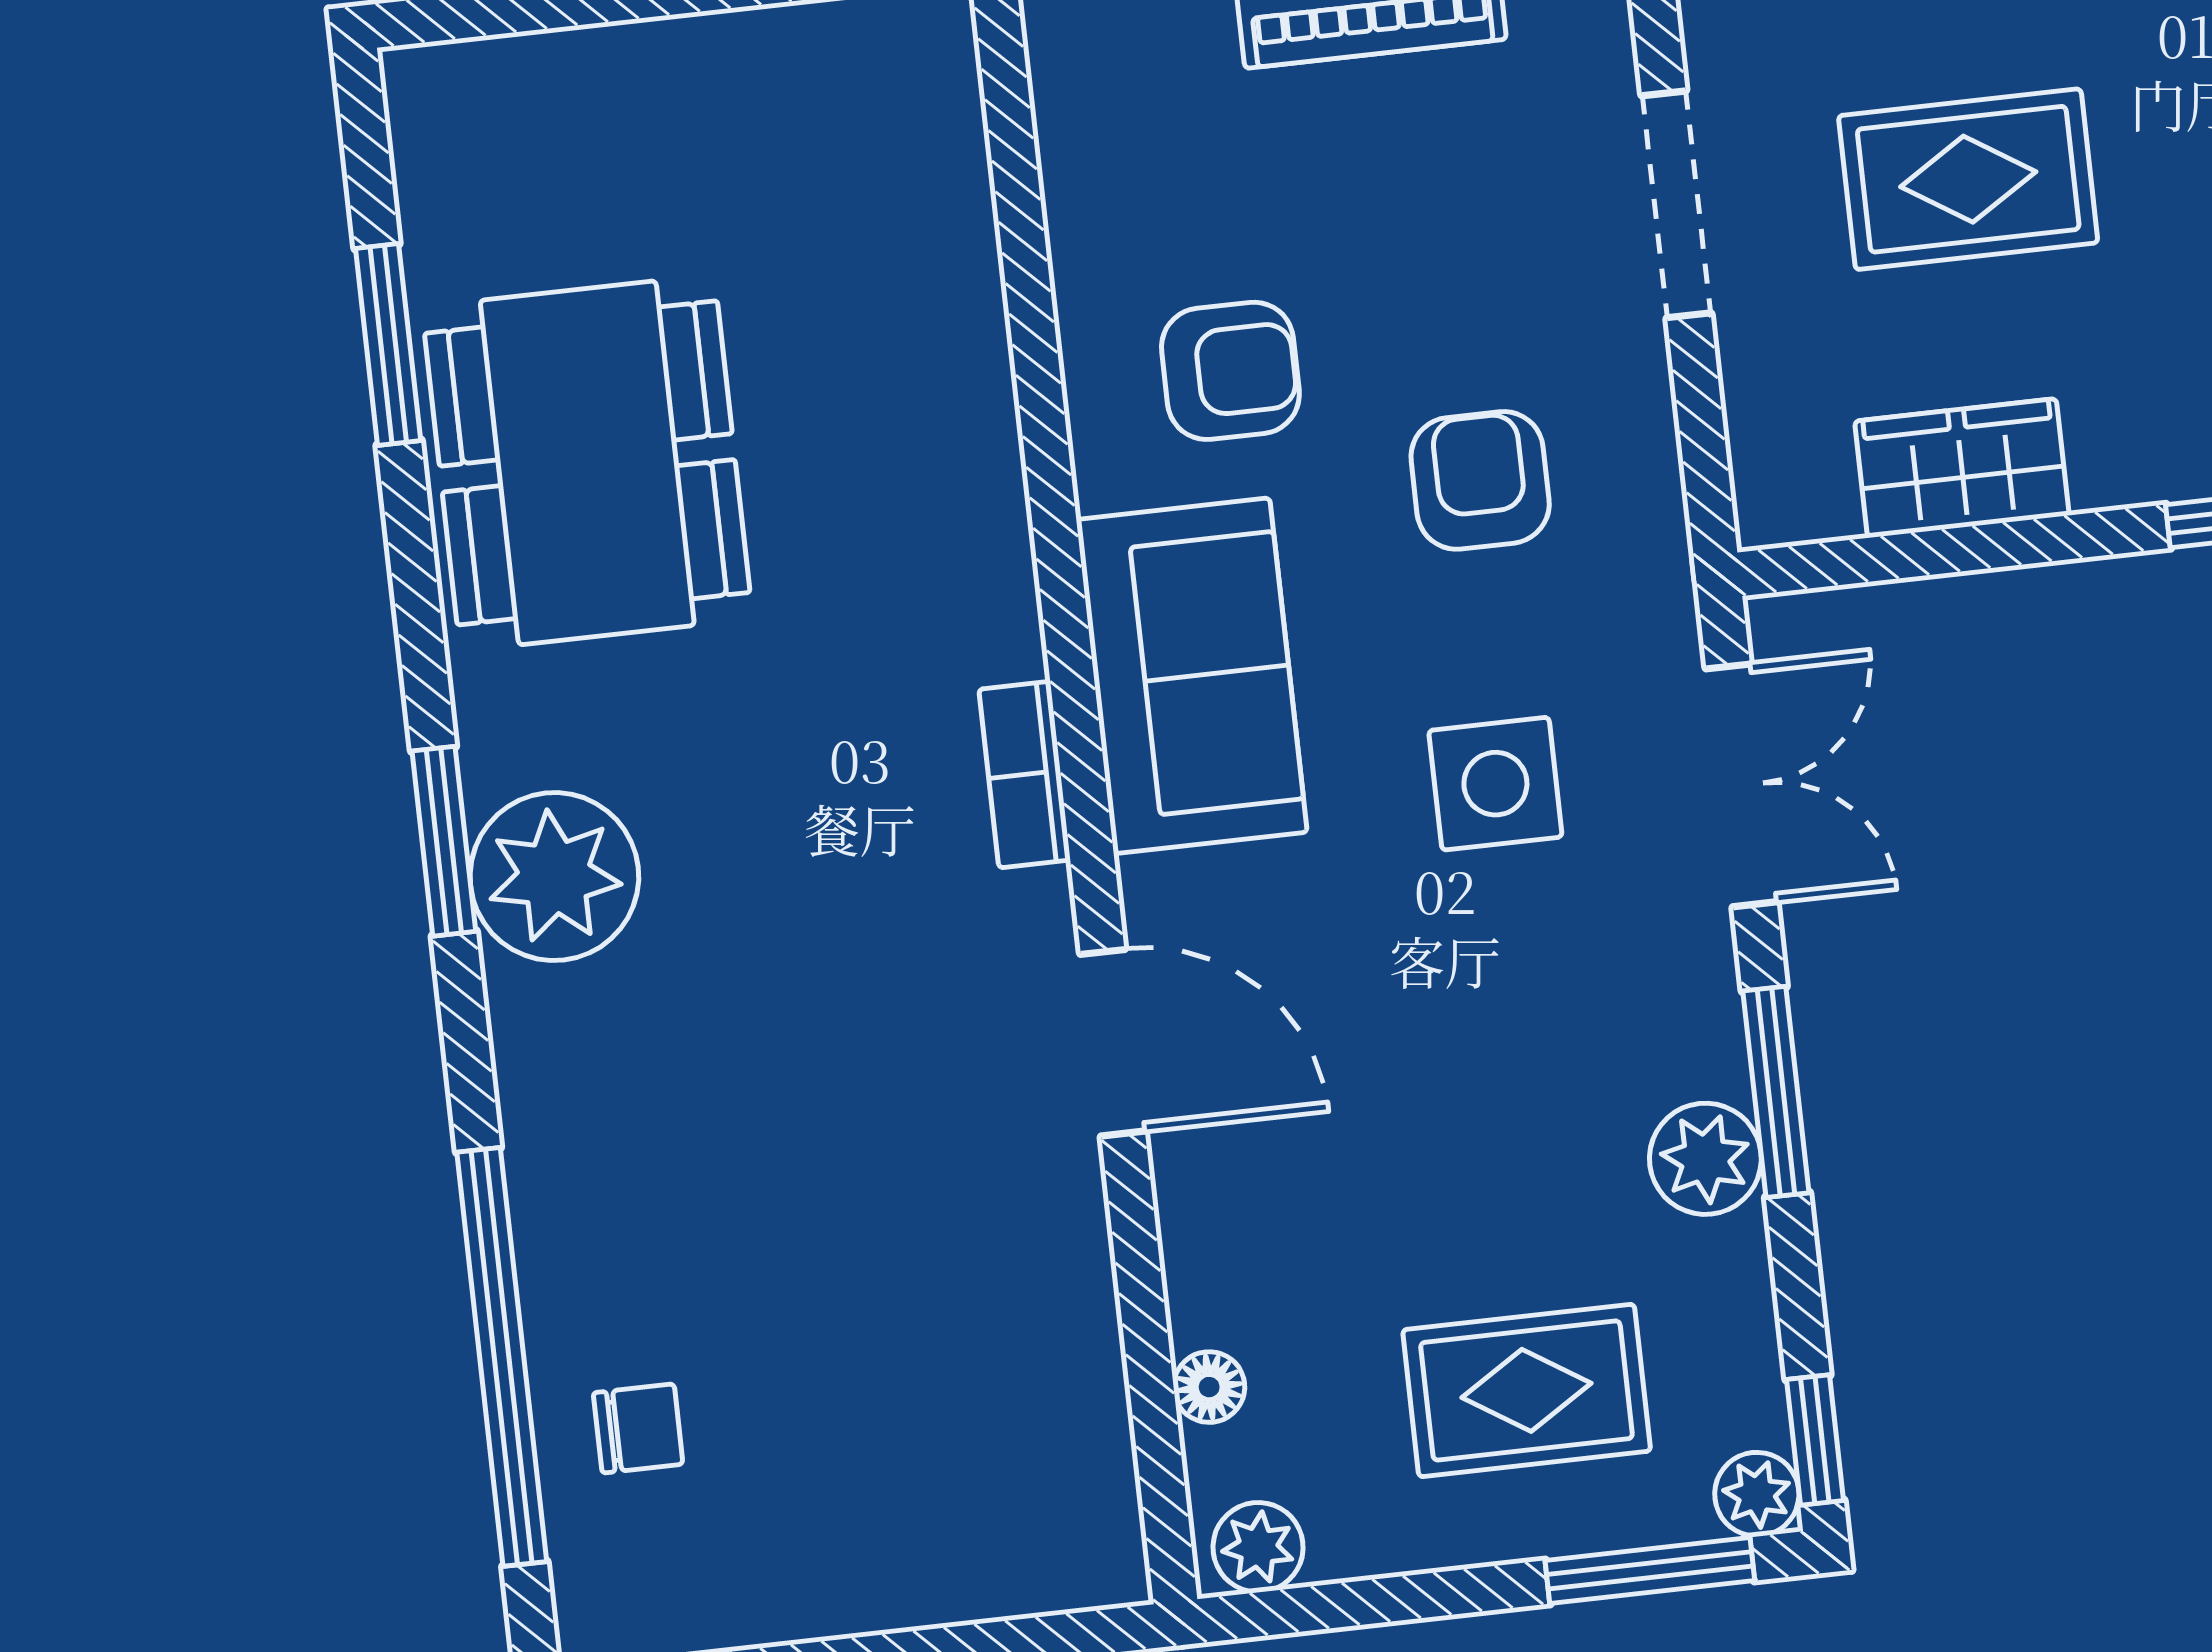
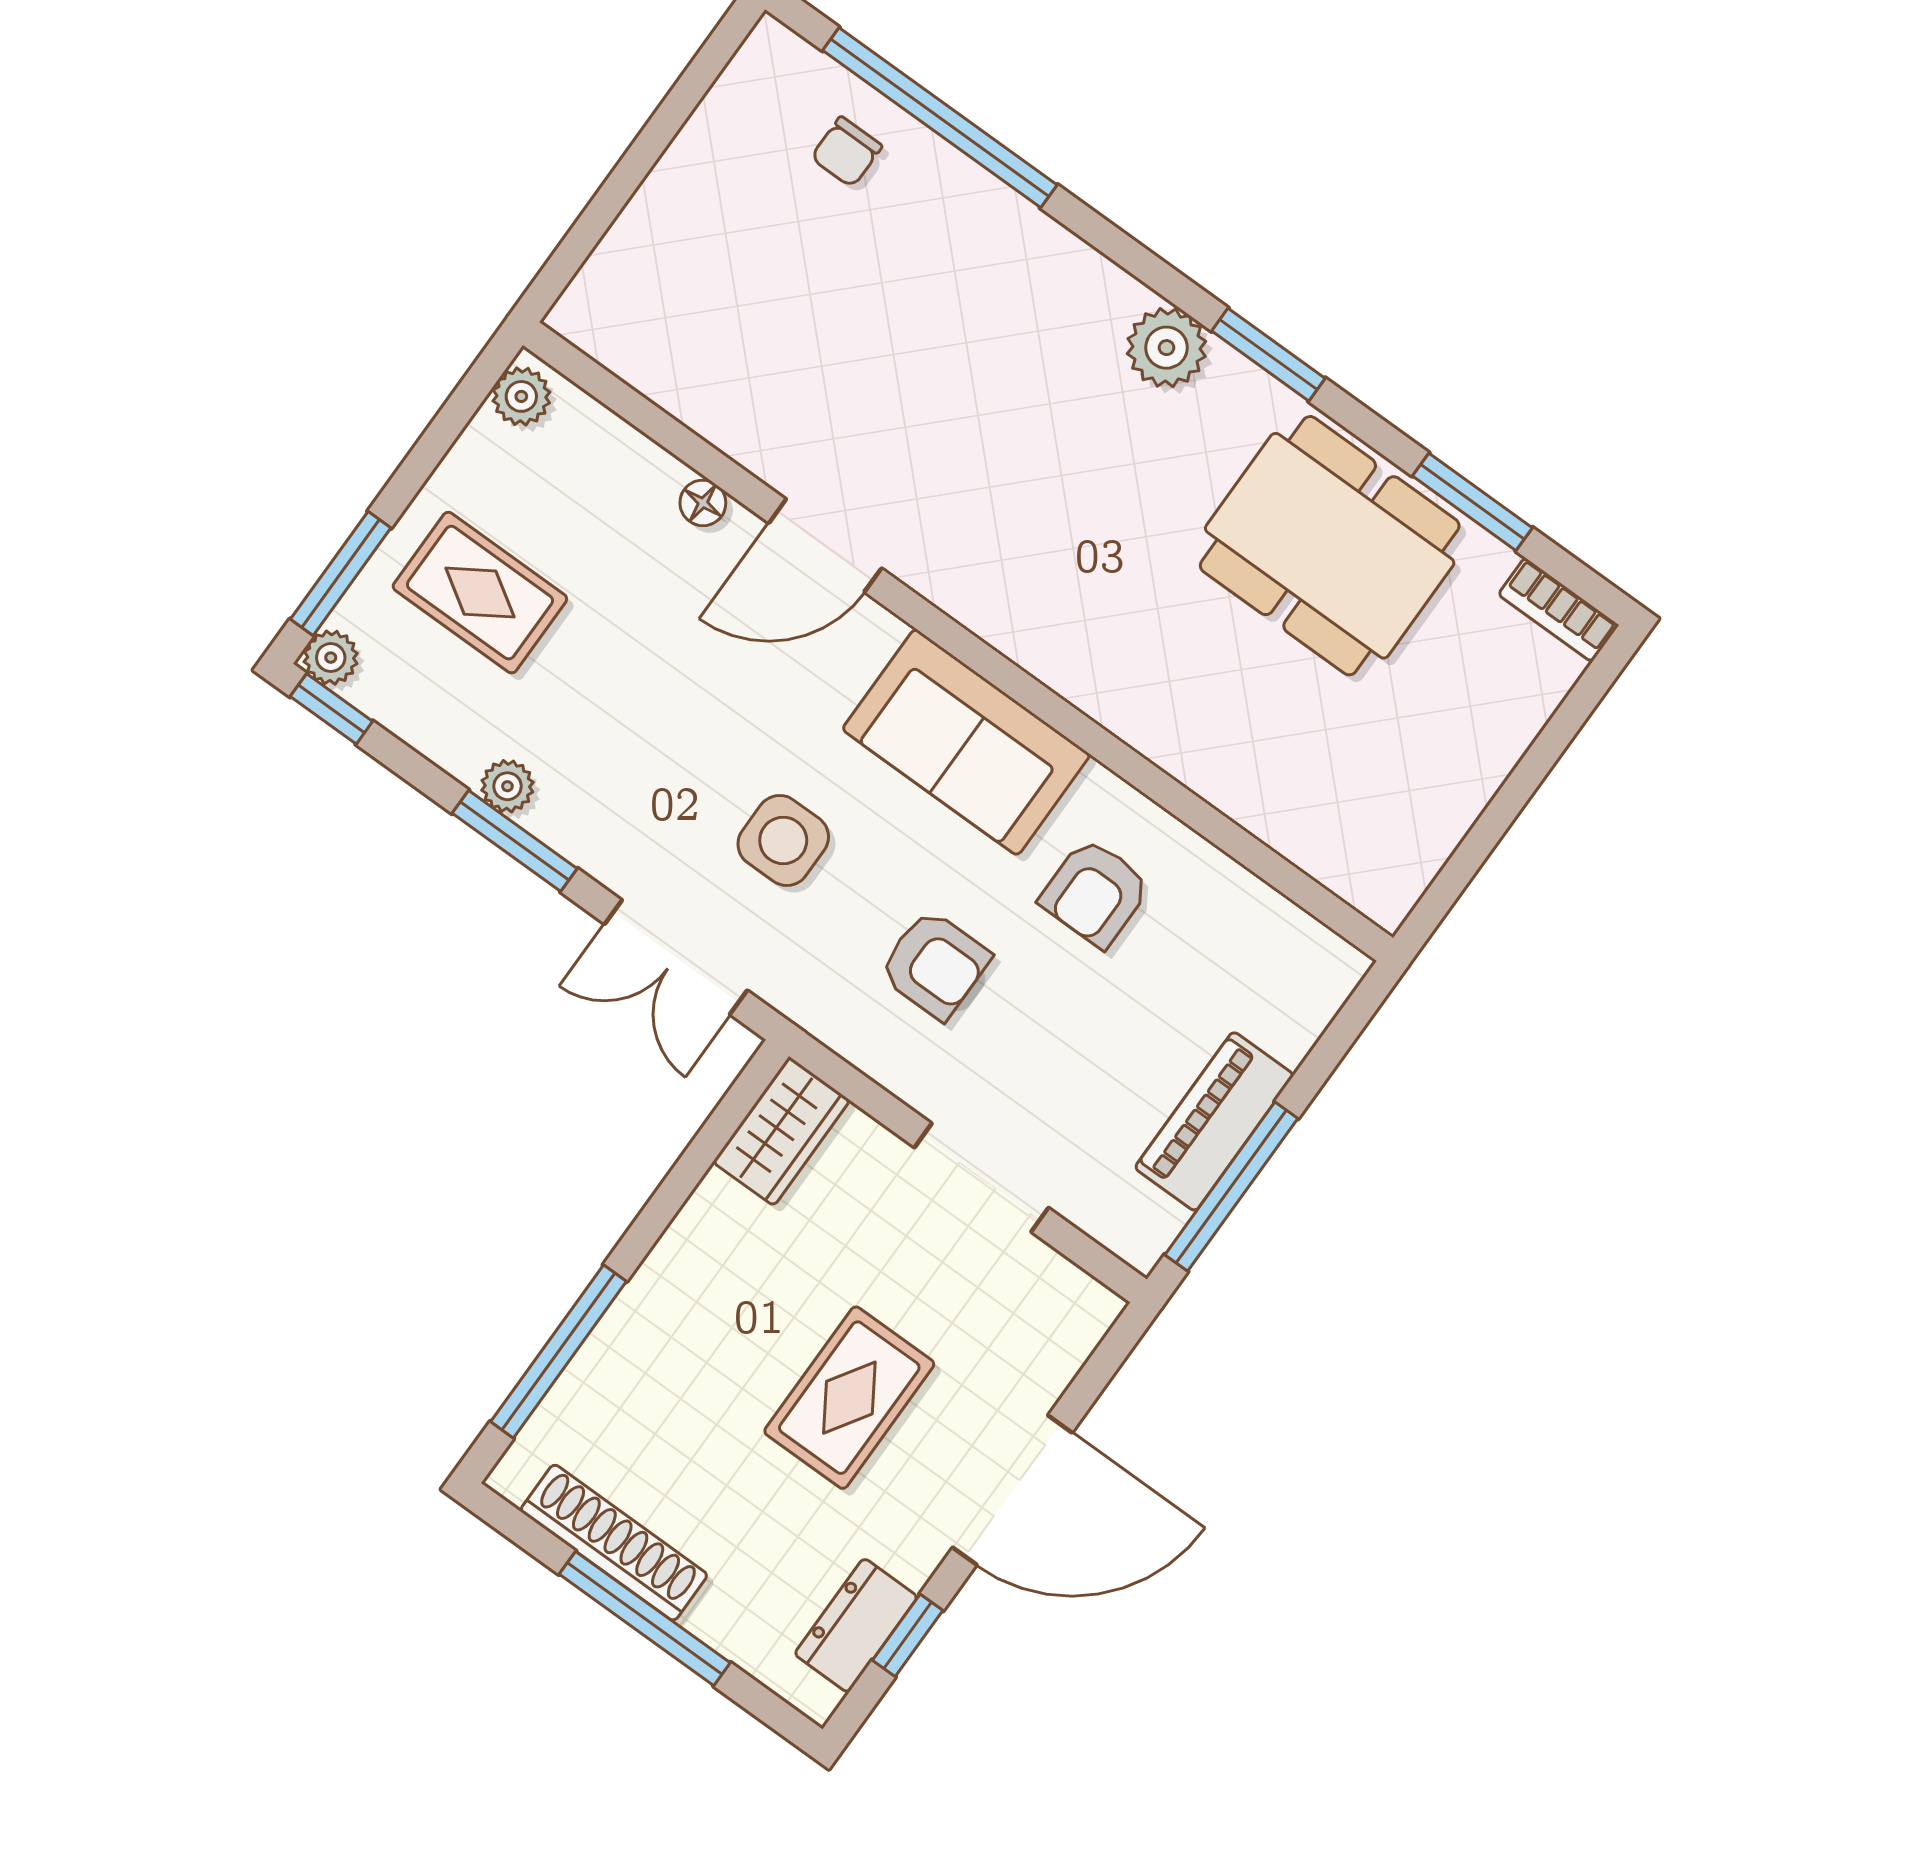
rug: (1968, 179) -> (849, 1398), moved
wardrobe: (1962, 468) -> (781, 1131), moved
bookcase: (1025, 775) -> (1558, 610), moved, turned 180
window: (444, 841) -> (1268, 355), moved
plant: (554, 877) -> (1167, 348), width x0.73, depth x0.73
plant: (1705, 1159) -> (507, 786), width x0.73, depth x0.73
floor lamp: (1209, 1387) -> (703, 503), moved
rug: (1527, 1390) -> (480, 593), turned 90

